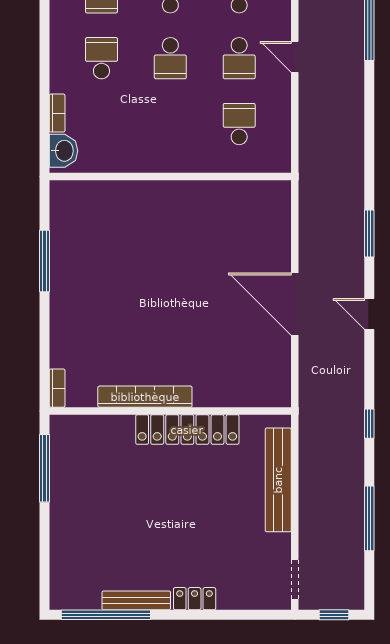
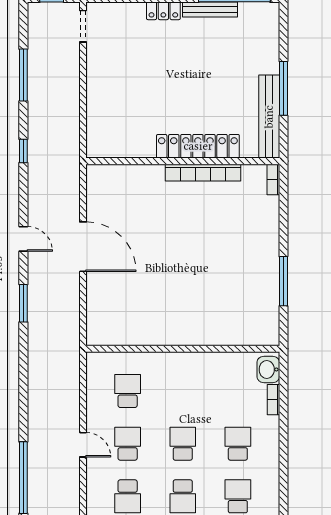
school desk: (101, 58) -> (238, 444), turned 180
school desk: (239, 124) -> (128, 391), turned 180
locker: (187, 430) -> (198, 146), moved
window: (45, 468) -> (283, 88), moved
bench: (278, 480) -> (269, 117), moved

